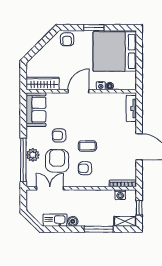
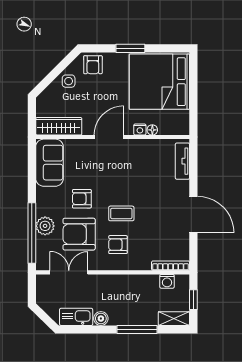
side table: (50, 51) -> (69, 81), added
armchair: (57, 161) -> (79, 234), turned -90

